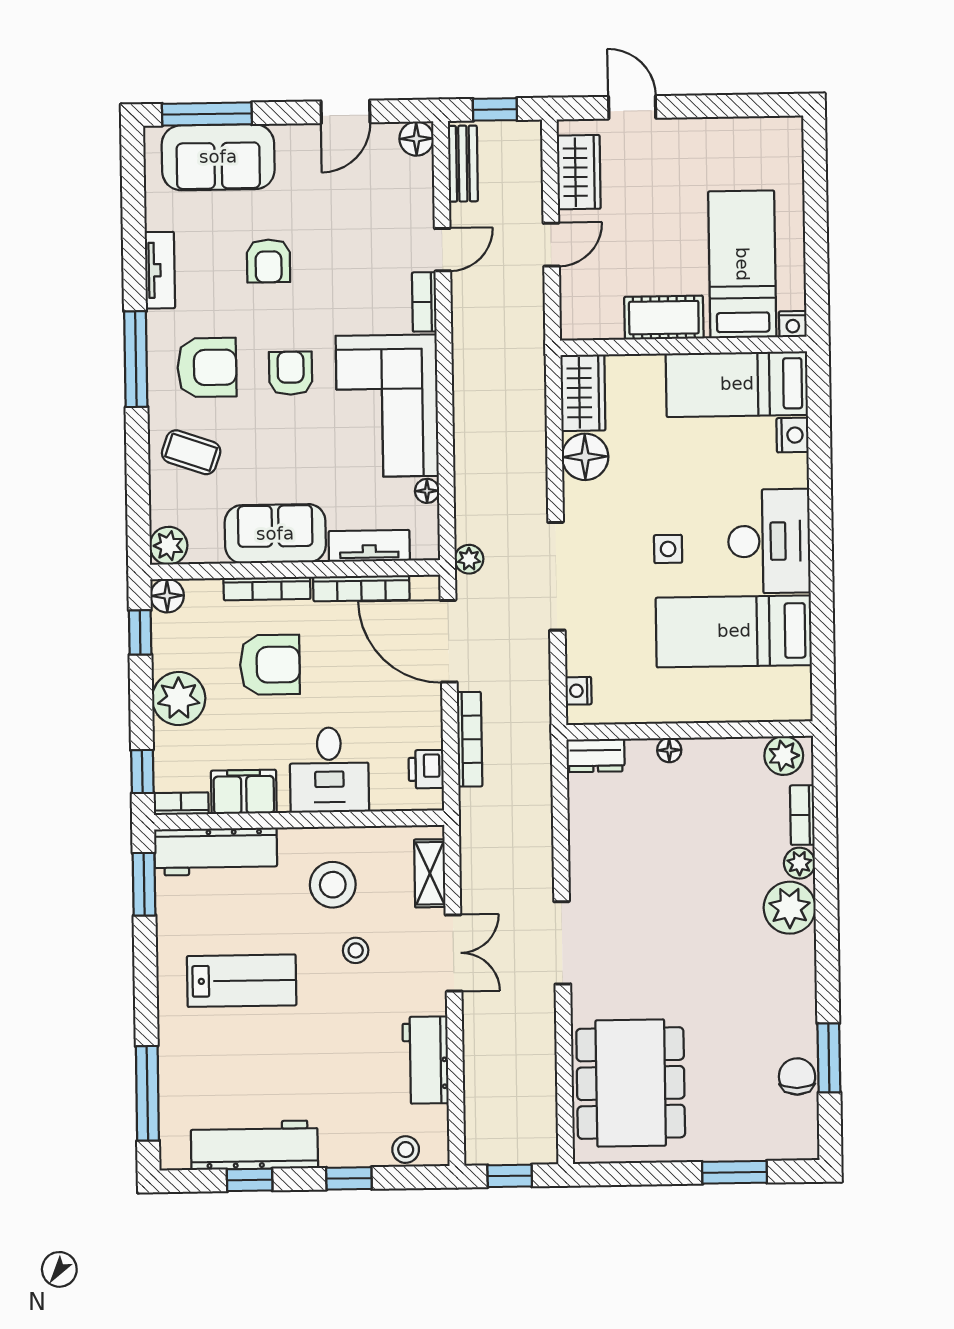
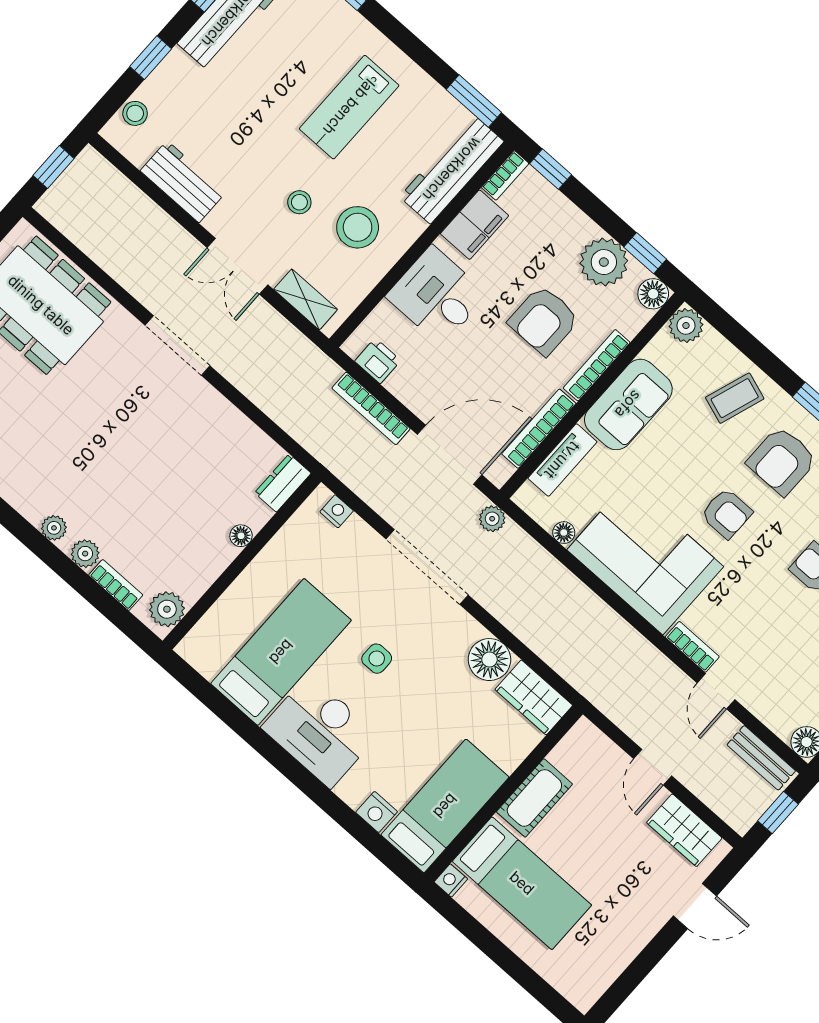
plant: (179, 699) -> (604, 262), moved
plant: (790, 908) -> (54, 528), width x0.53, depth x0.53

